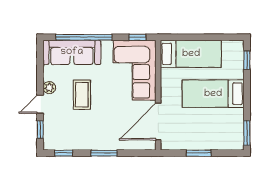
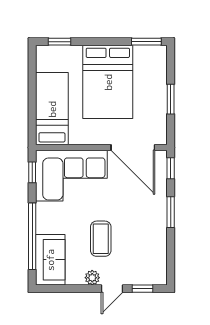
sofa: (72, 52) -> (50, 260), width x0.73
bed: (213, 94) -> (108, 82), width x1.50
coffee table: (82, 95) -> (101, 239), turned 90
door: (40, 104) -> (112, 289), hinge flipped
window: (64, 153) -> (171, 168), moved

